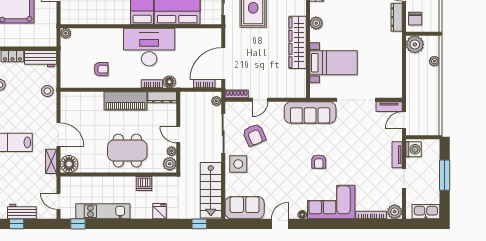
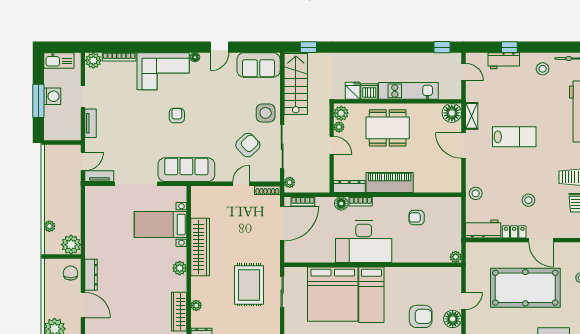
armchair: (254, 135) -> (248, 145), turned 70
washing machine: (413, 149) -> (52, 96), moved, turned 180
kitchen unit: (103, 211) -> (408, 91), moved, turned 180
fridge: (160, 211) -> (353, 91), moved, turned 180

